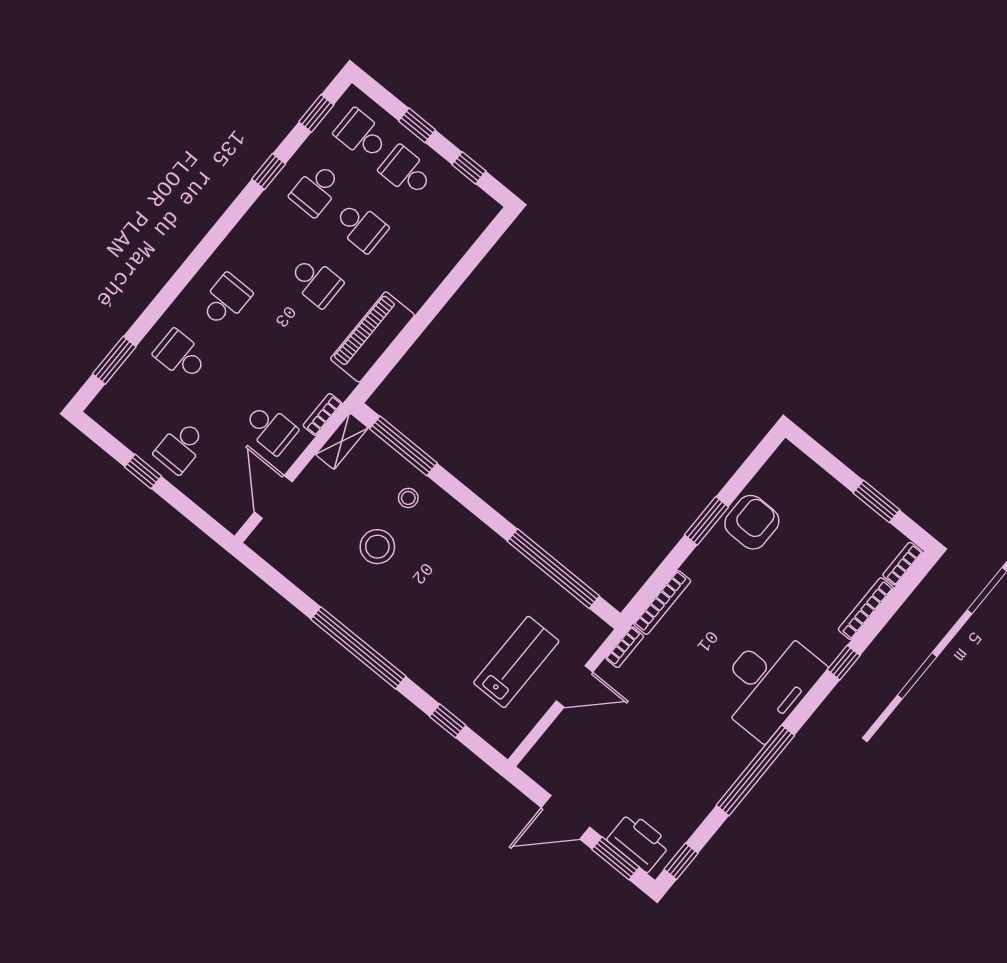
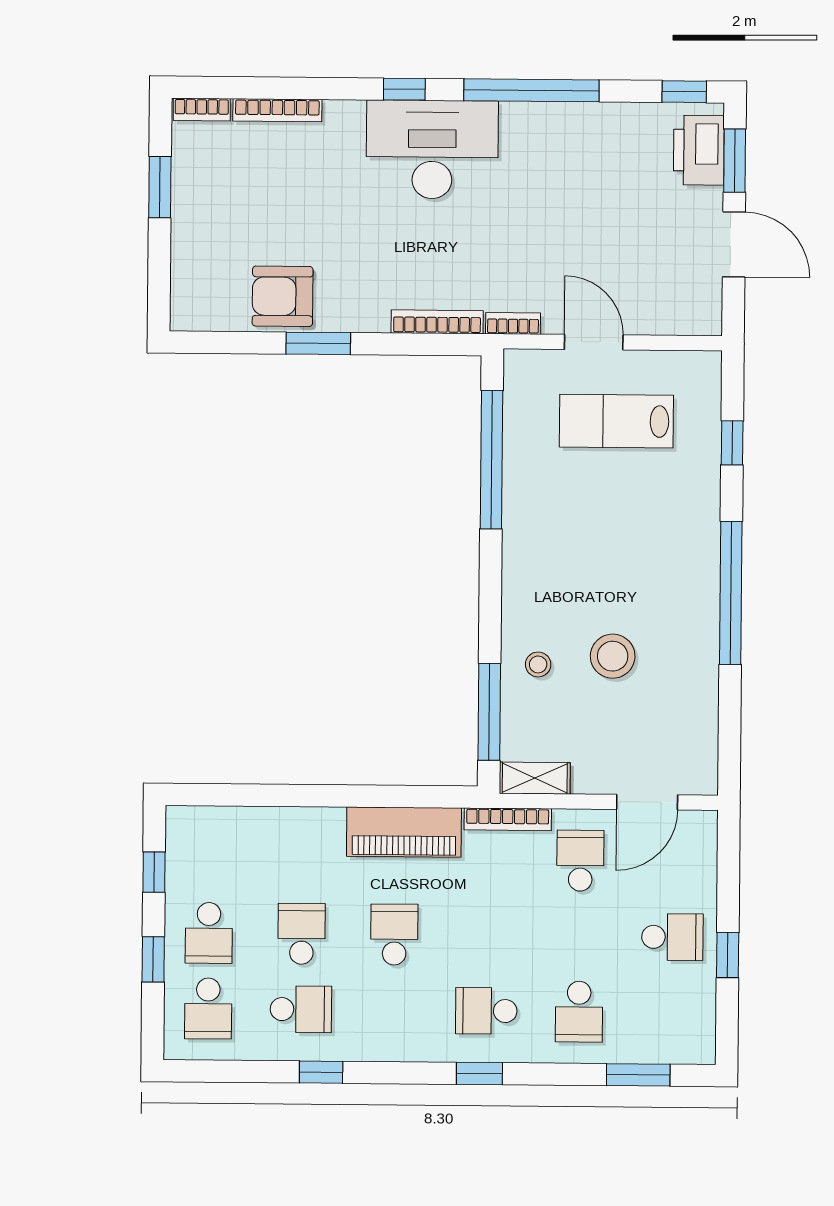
window: (316, 113) -> (479, 1074), moved
bookcase: (323, 414) -> (508, 819), width x1.56
window: (844, 663) -> (404, 89), moved

